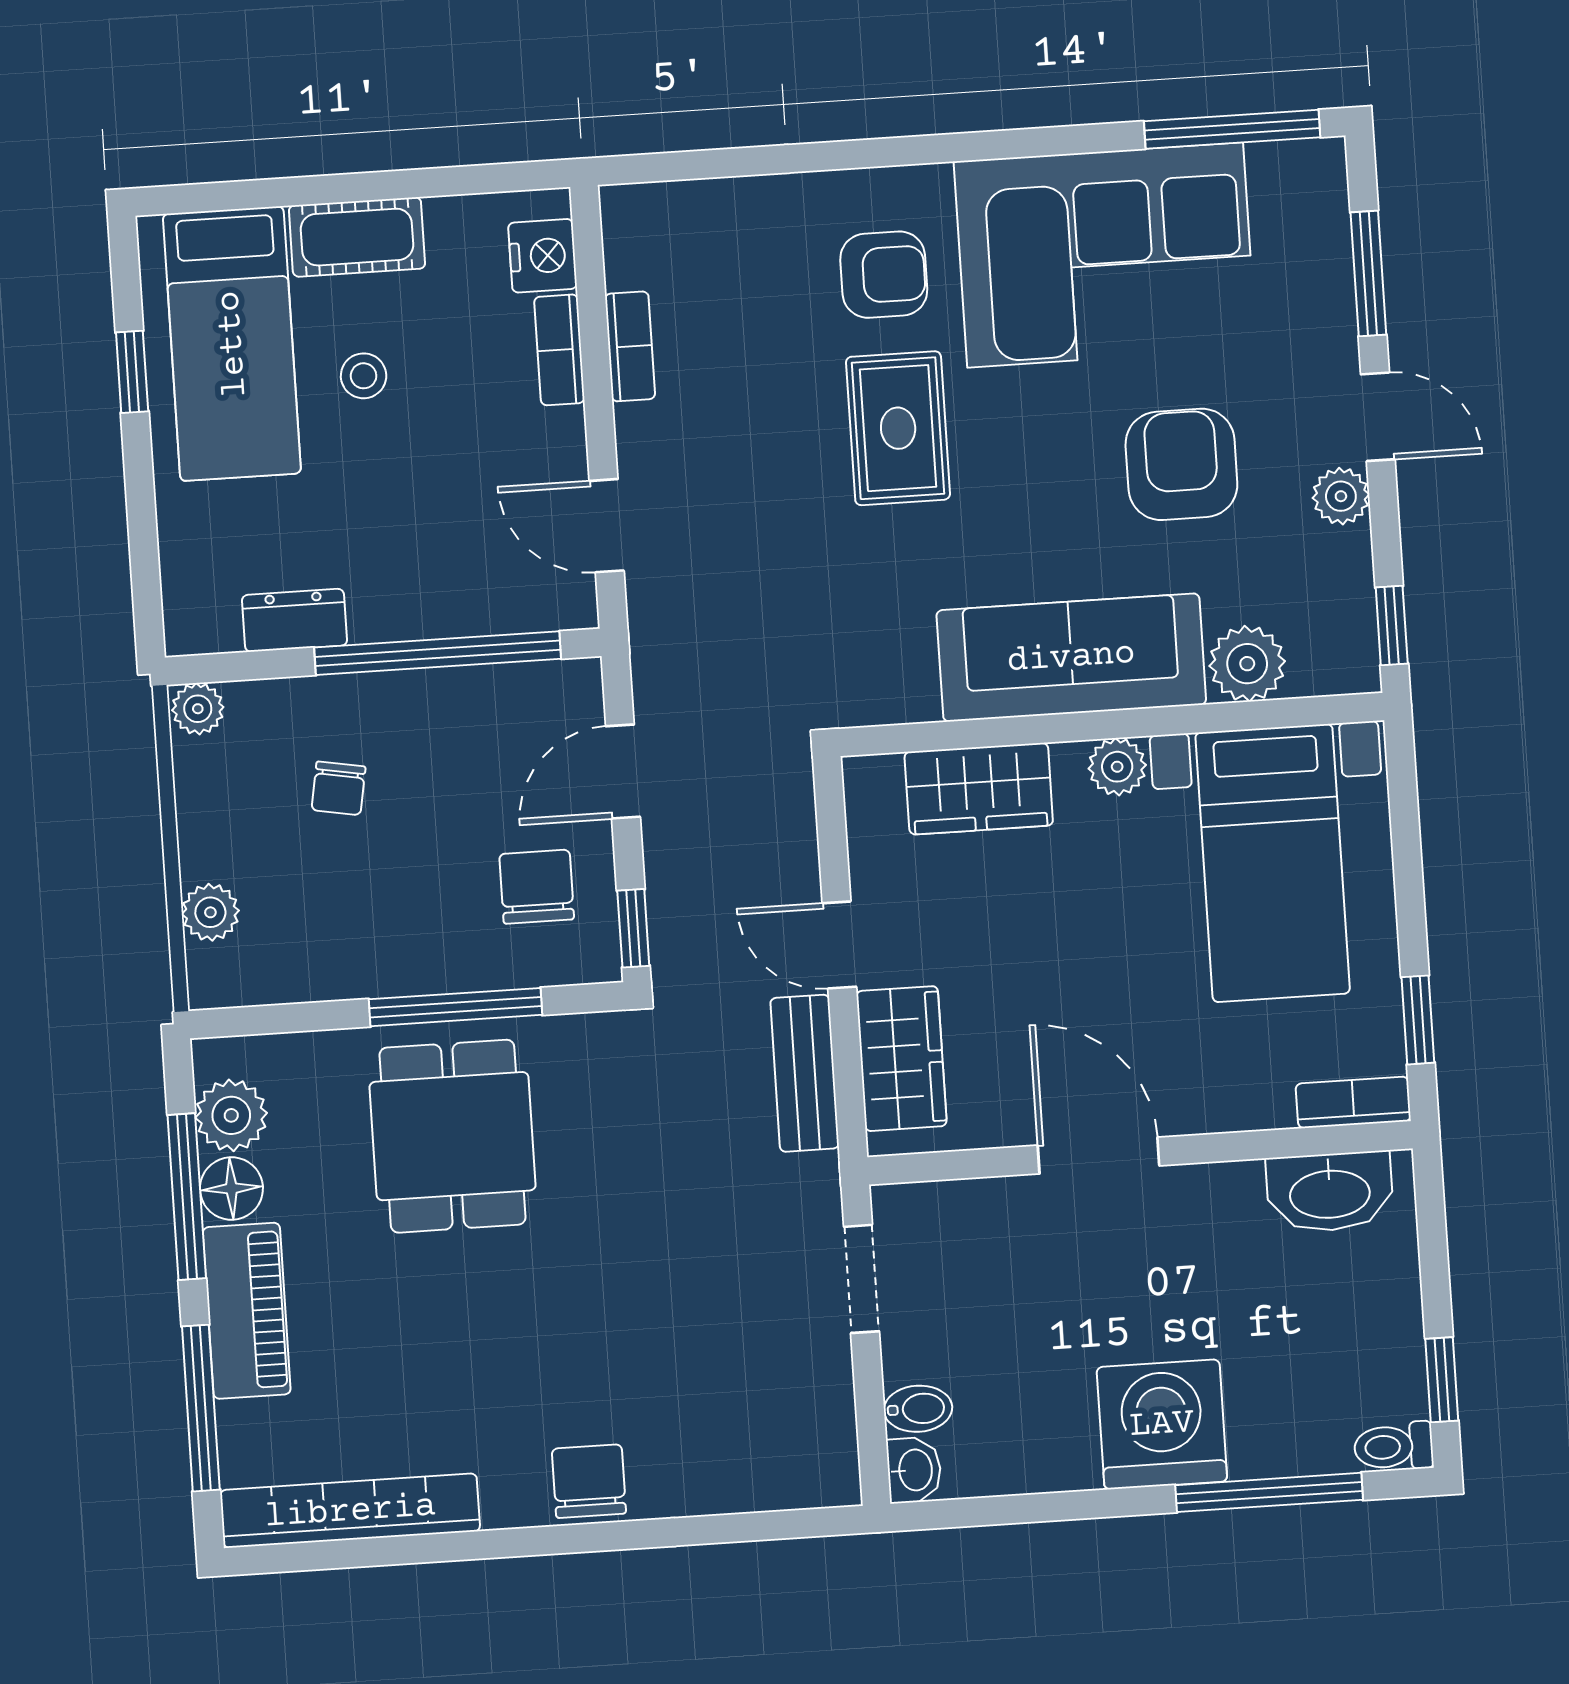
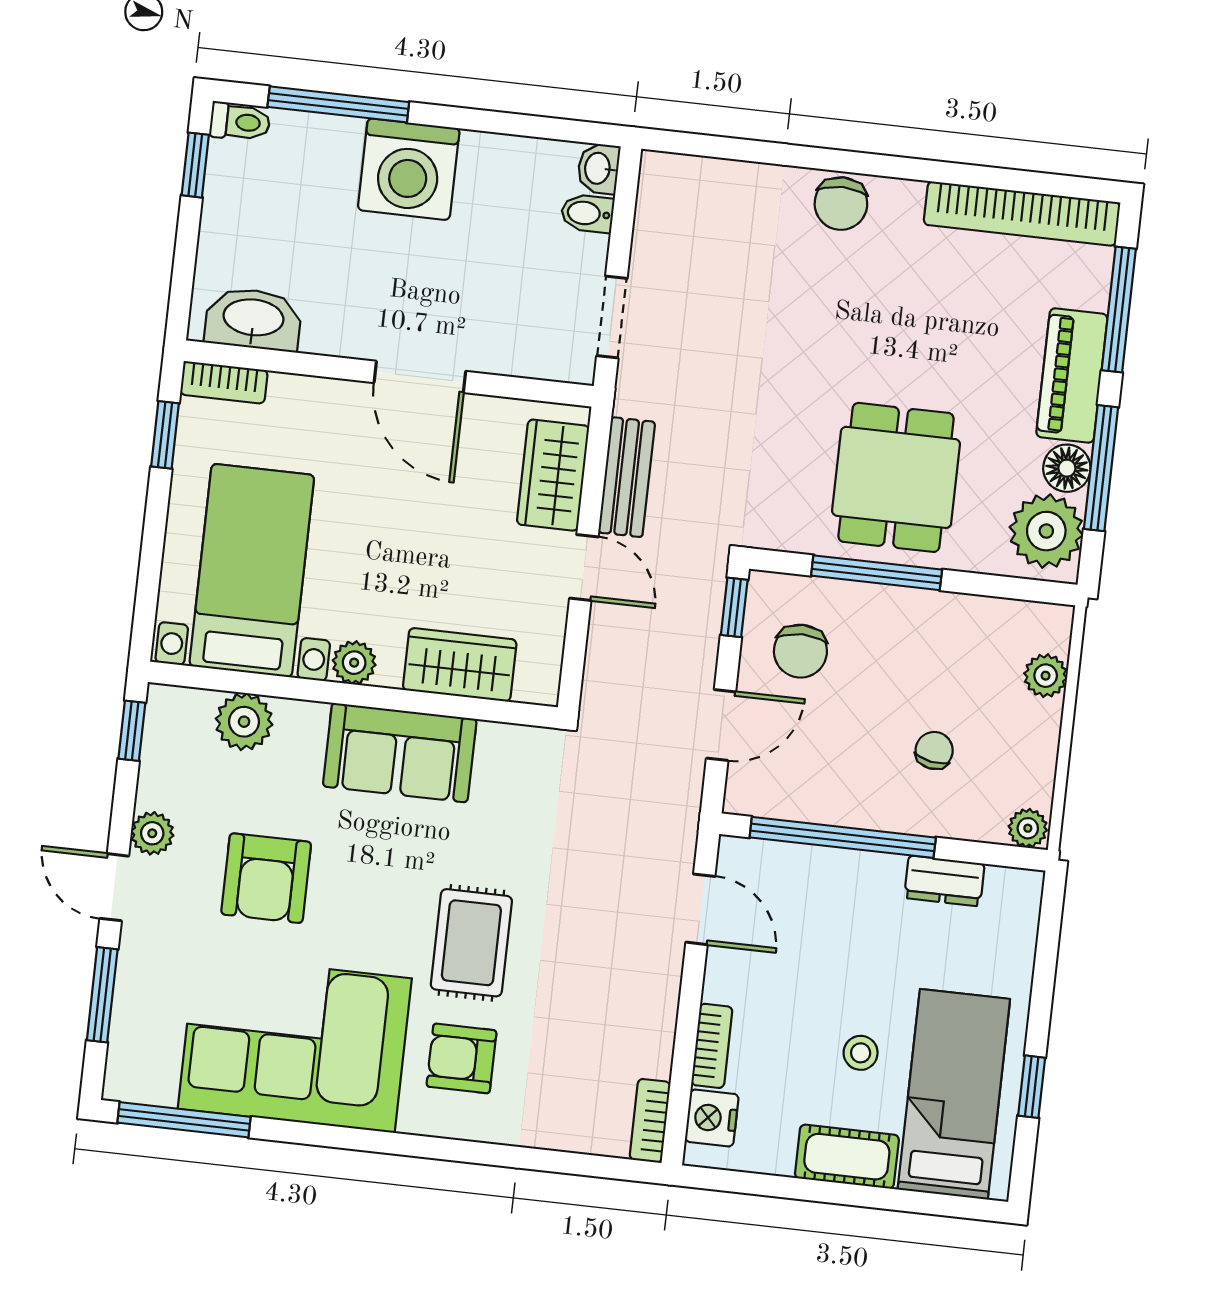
bookcase: (630, 346) -> (650, 1121), moved
sofa: (1071, 657) -> (400, 753), width x0.73
plant: (231, 1115) -> (1046, 531), width x1.36, depth x1.36

